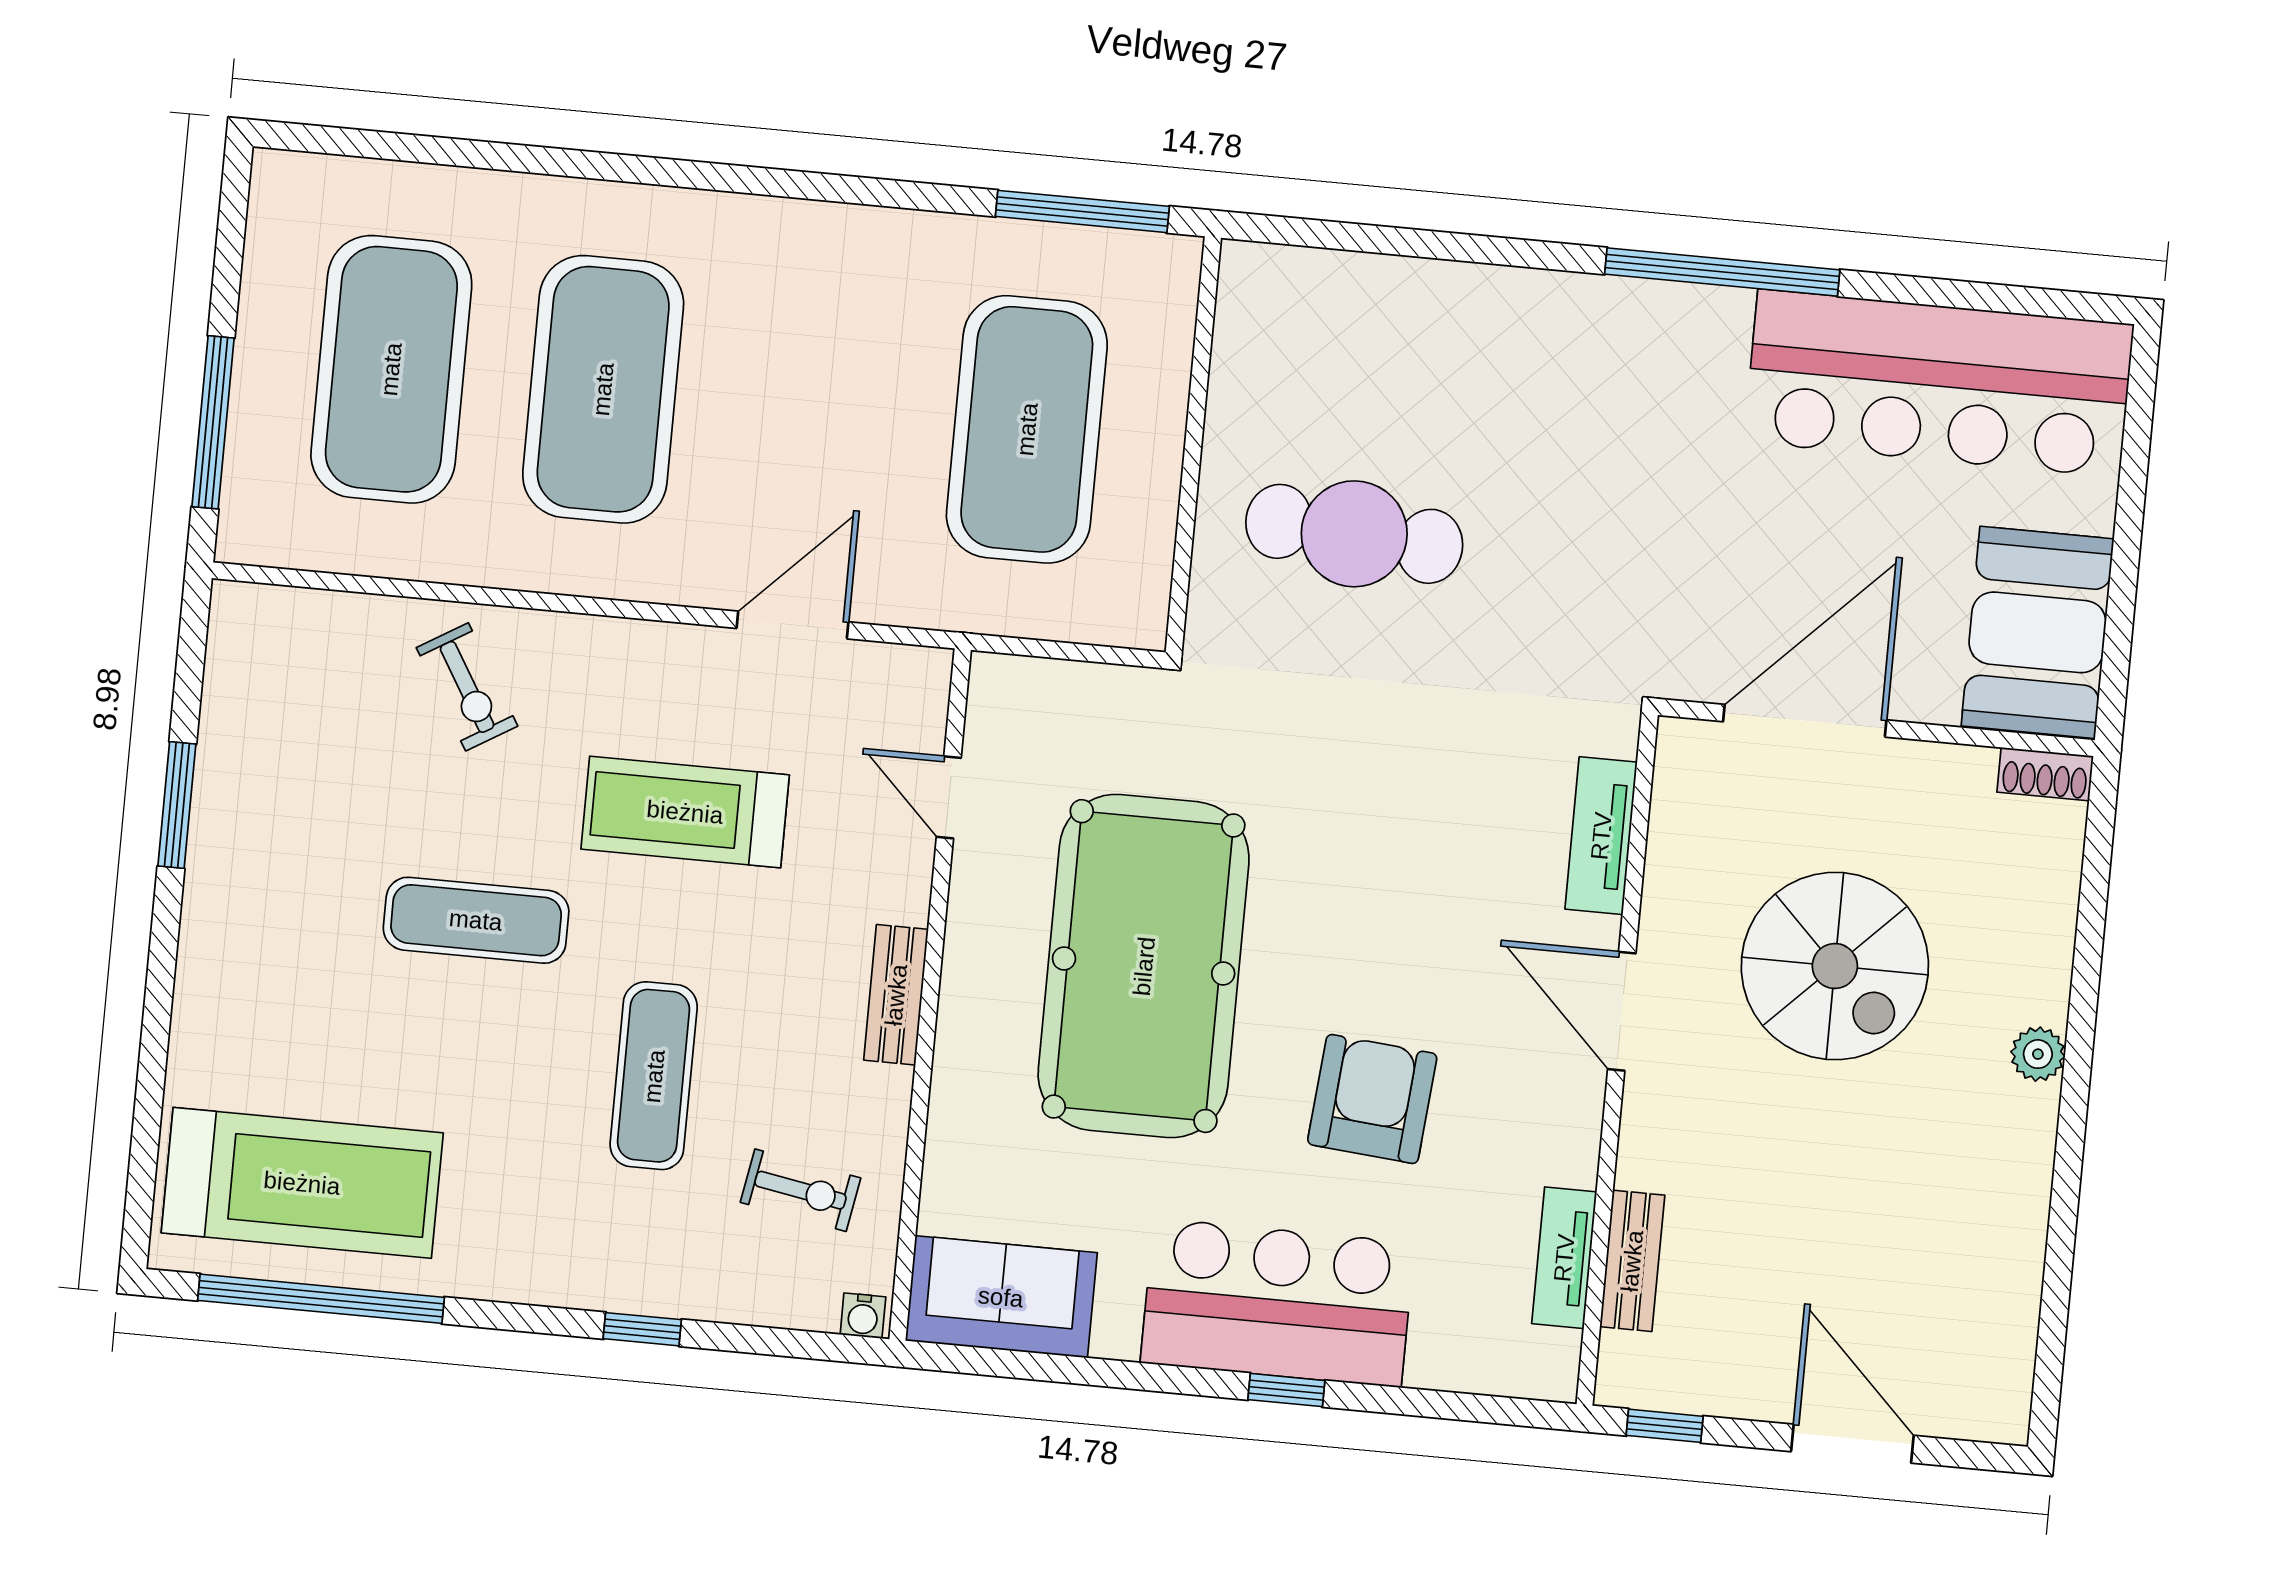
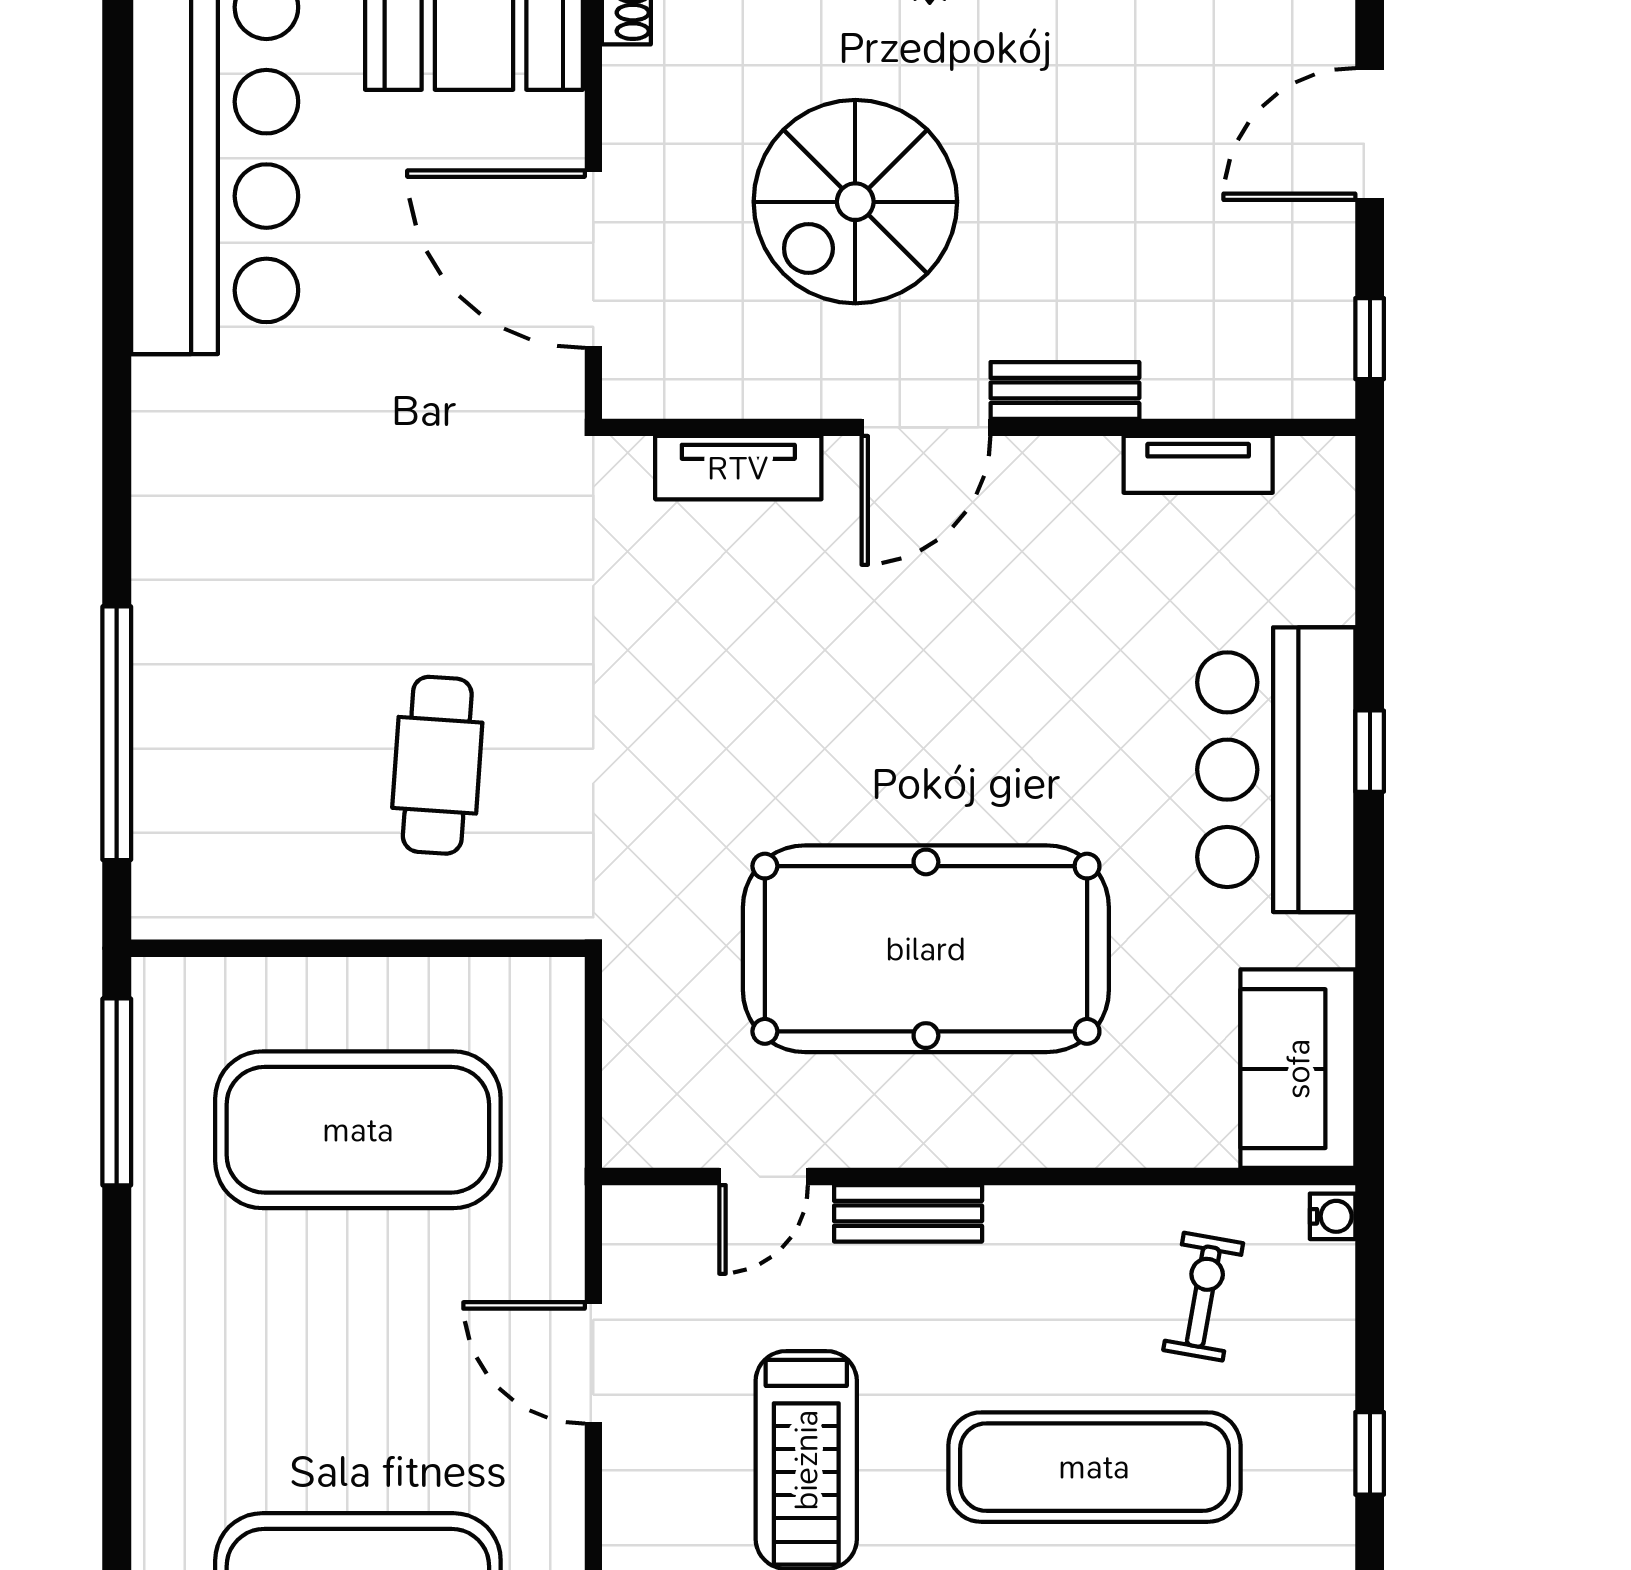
window: (1722, 272) -> (117, 733), moved
cafe table: (1354, 534) -> (437, 765), width x0.73, depth x0.74
spiral stairs: (1835, 966) -> (855, 202), turned 180
bench: (896, 995) -> (908, 1213), moved
exercise mat: (654, 1076) -> (1094, 1467), width x1.36, depth x1.45
armchair: (1372, 1099) -> (1046, 688), removed
bench: (1632, 1261) -> (1065, 390), moved

